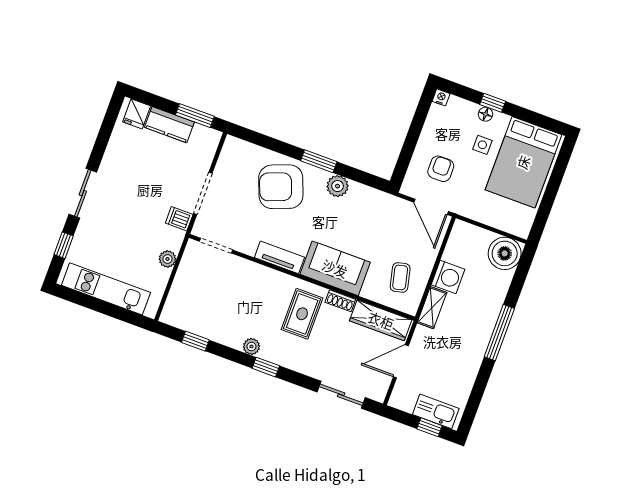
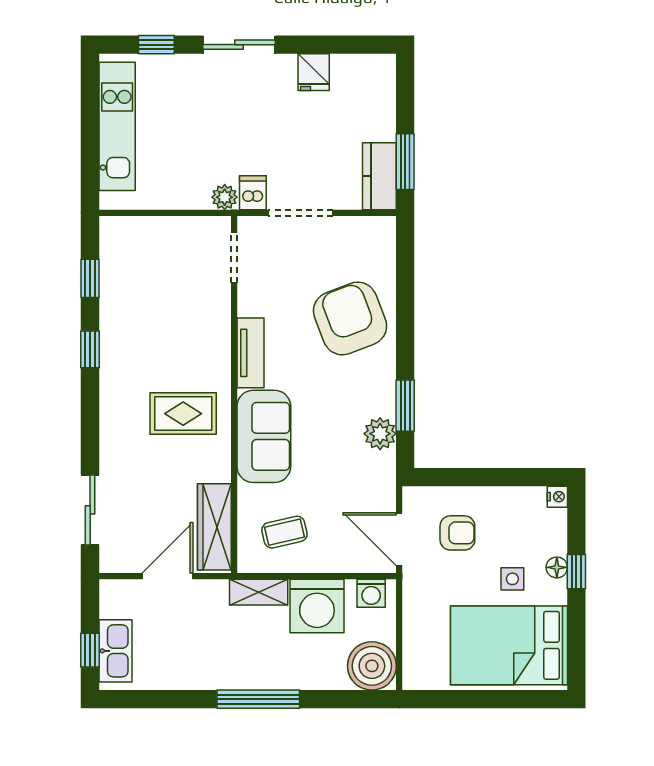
fridge: (137, 114) -> (314, 72), moved, turned -90
kitchen counter: (169, 125) -> (379, 176), moved
window: (319, 161) -> (405, 406), moved
plant: (338, 186) -> (380, 434), moved
door: (431, 207) -> (399, 539), hinge flipped
washing machine: (459, 237) -> (371, 593), added
plant: (167, 259) -> (225, 197), moved
washing machine: (448, 277) -> (317, 606), width x1.37, depth x1.37
shoe rack: (340, 301) -> (221, 460), removed
plant: (251, 346) -> (111, 360), removed
door: (401, 361) -> (168, 576), hinge flipped
window: (266, 367) -> (90, 349), moved

